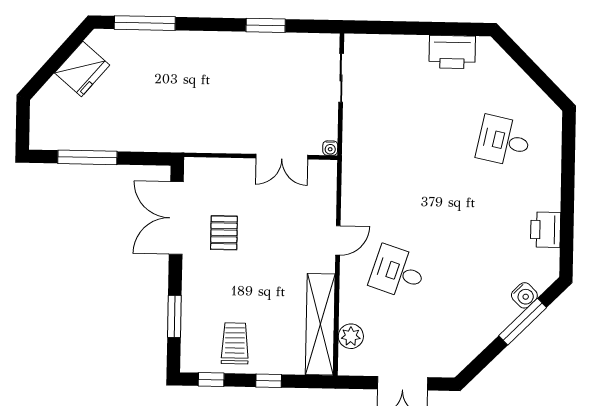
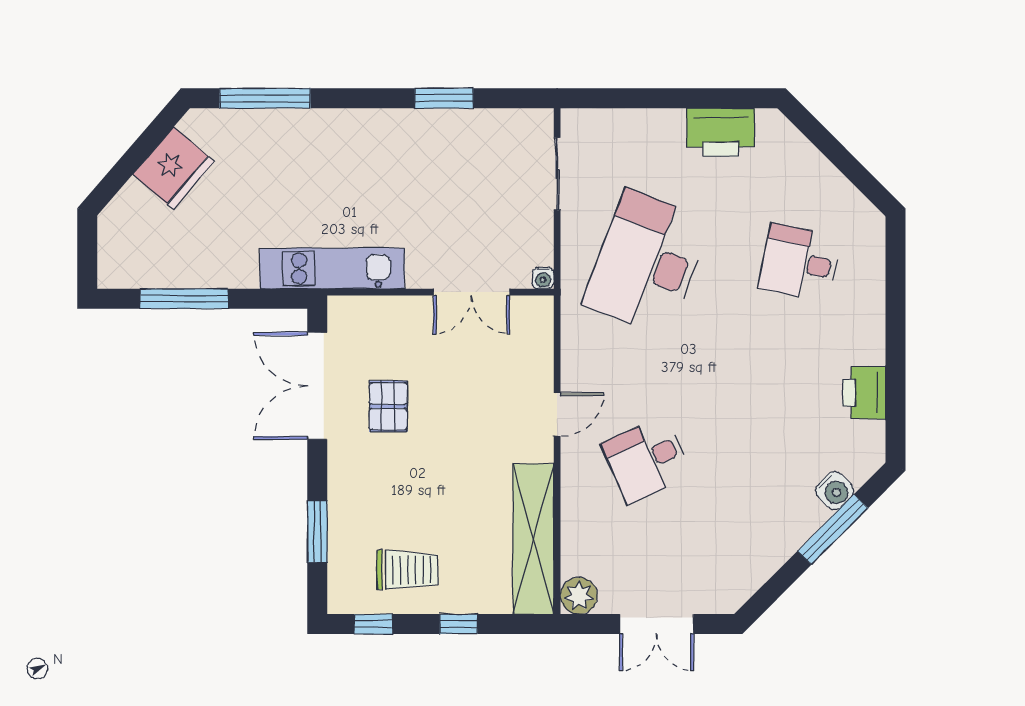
kitchen unit: (188, 139) -> (332, 268), added
desk: (400, 139) -> (647, 263), added
desk: (398, 272) -> (647, 460), turned -42
plant: (351, 336) -> (579, 596), moved
trolley: (235, 343) -> (408, 570), turned 90

